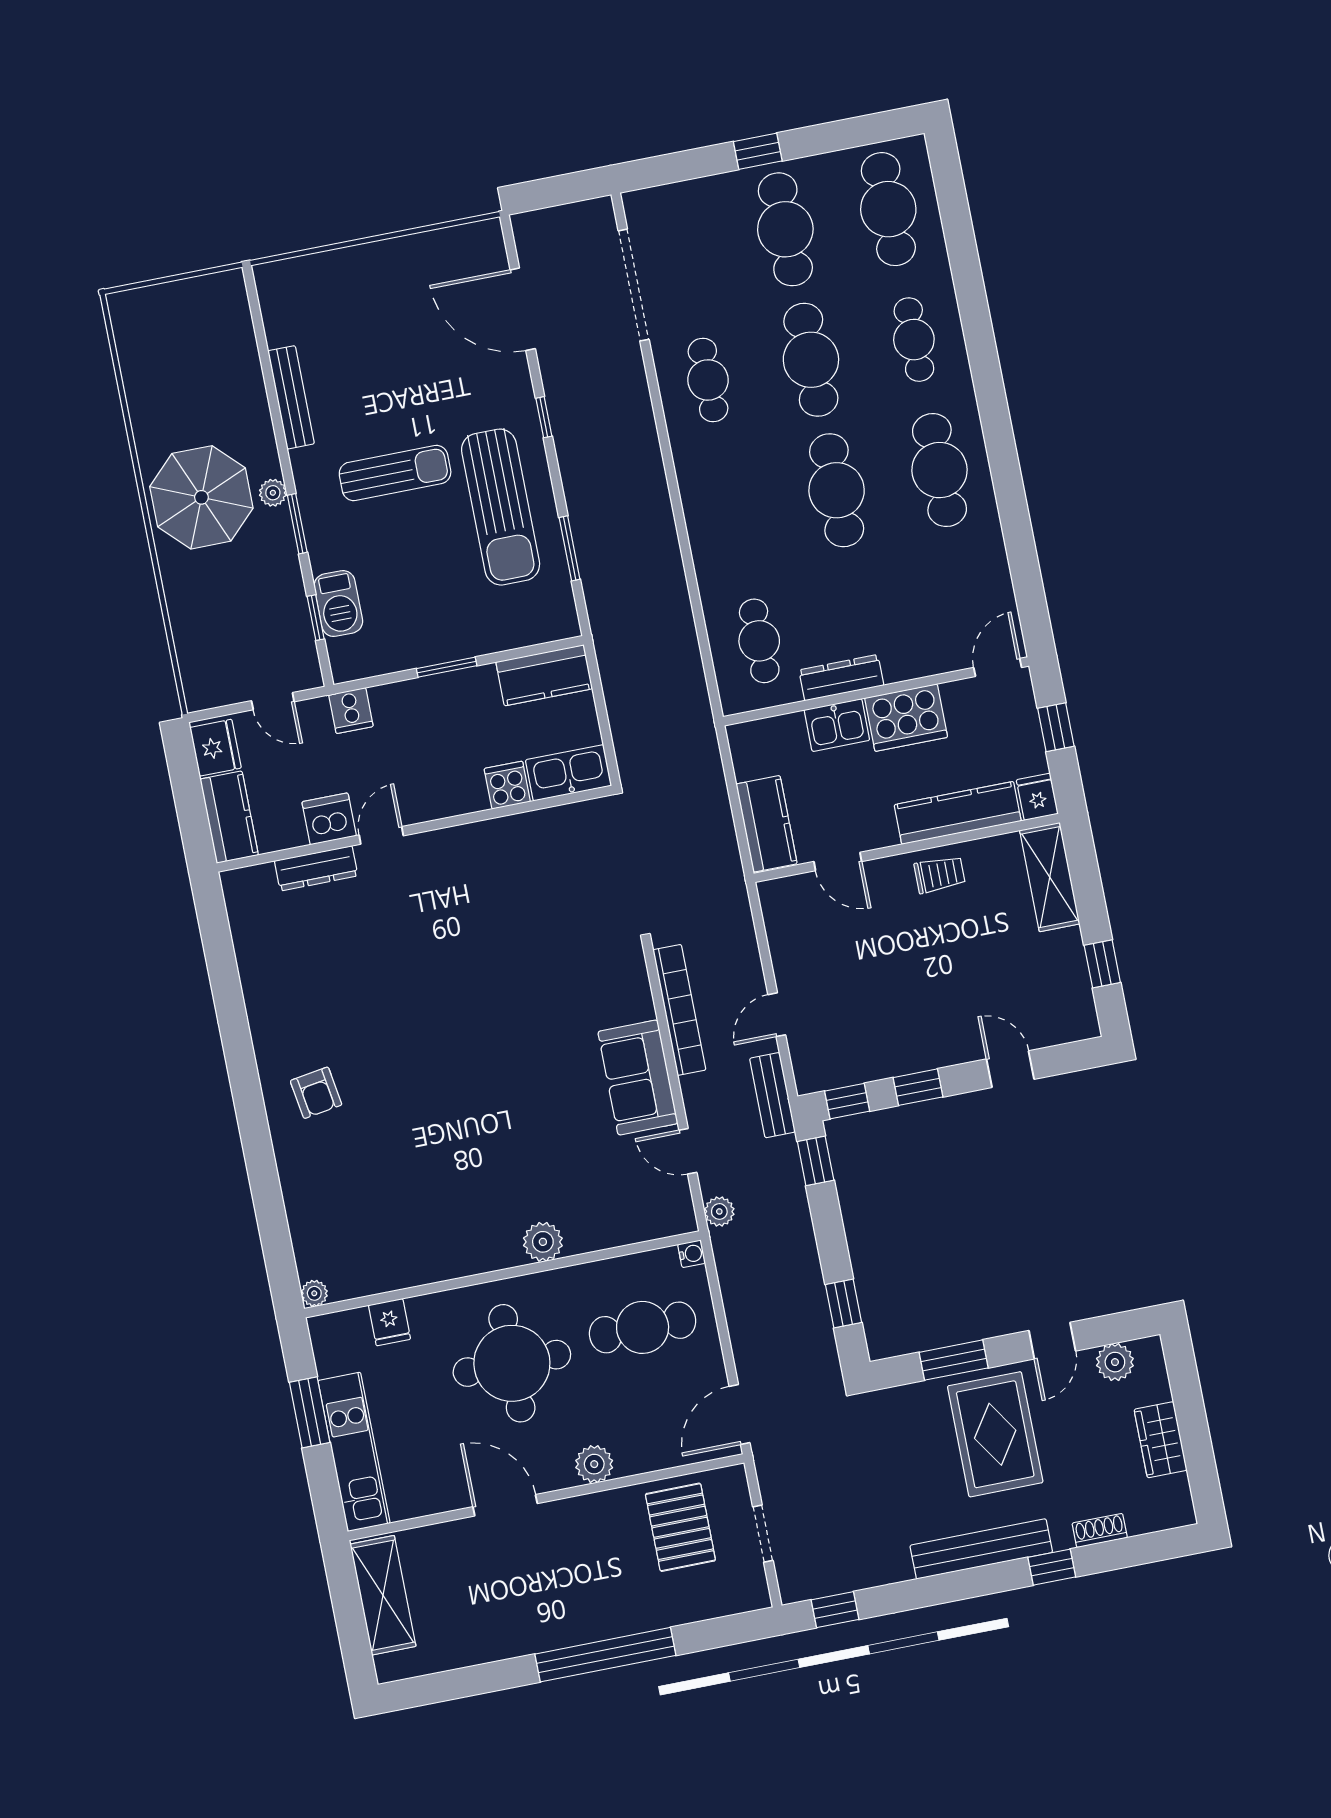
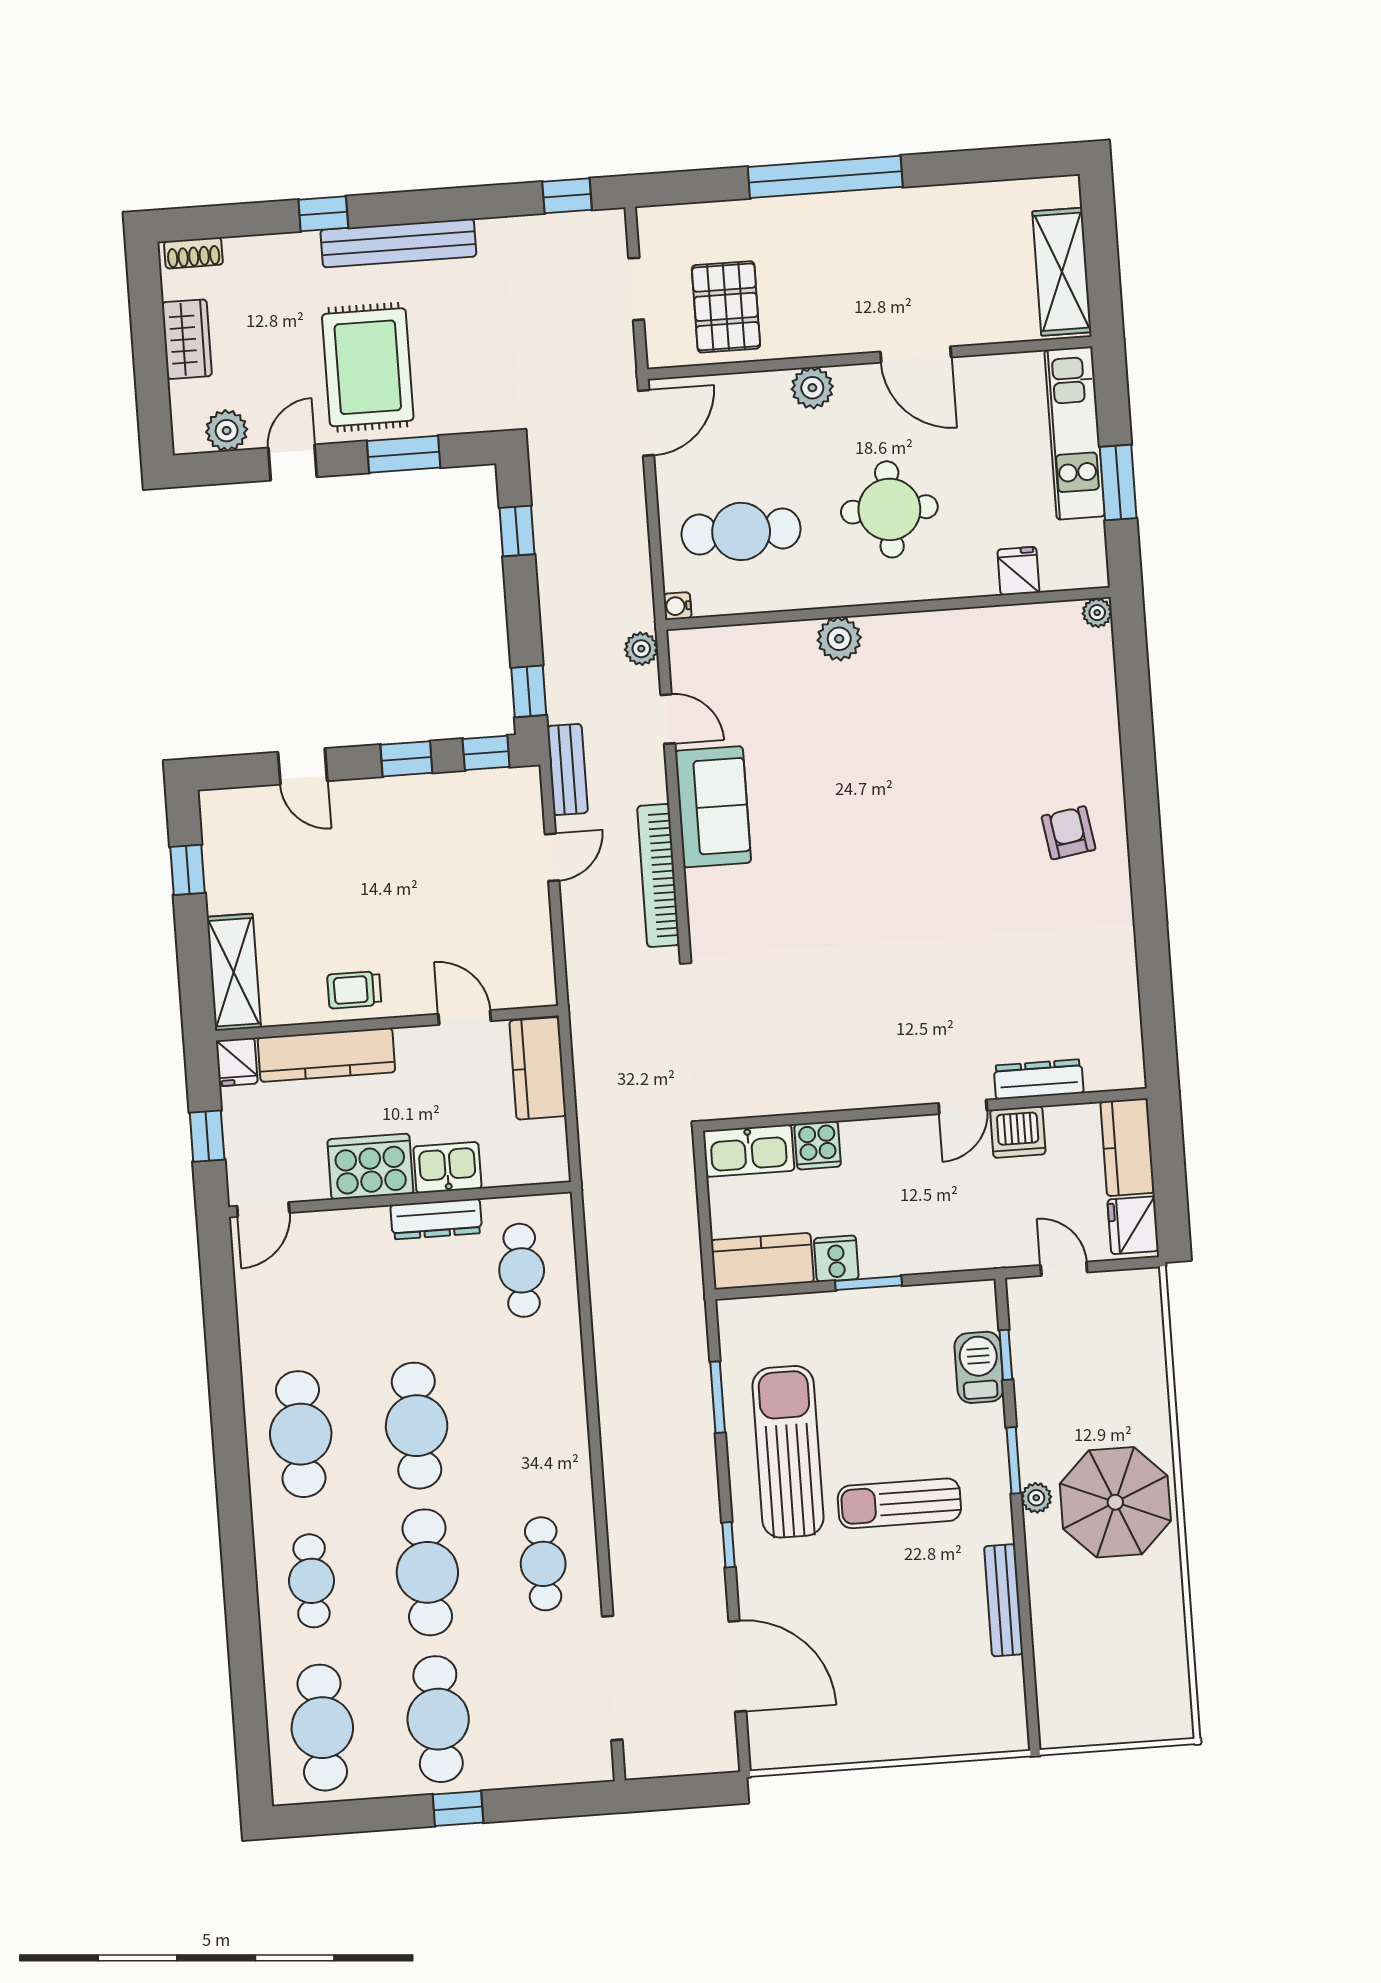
cooker: (351, 711) -> (836, 1259), moved
round table: (512, 1363) -> (889, 509), width x0.73, depth x0.73
shoe rack: (1100, 1530) -> (193, 253), moved

